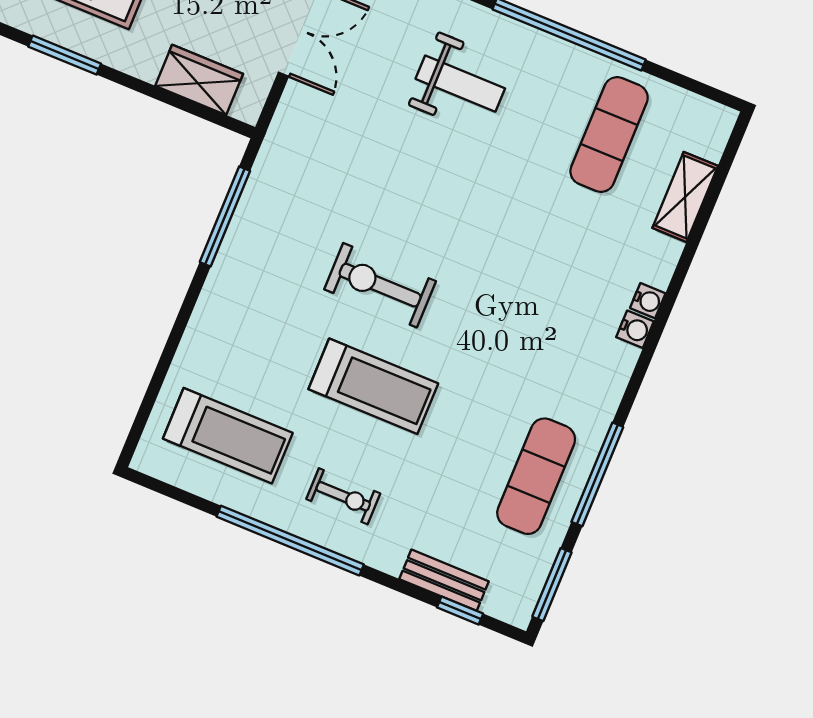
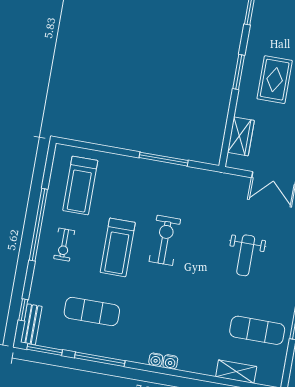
weight bench: (460, 84) -> (246, 255), moved
window: (225, 216) -> (164, 159), moved
water cooler: (648, 301) -> (156, 360), moved
exercise mat: (536, 476) -> (92, 311), moved
bench: (444, 580) -> (31, 324), moved

